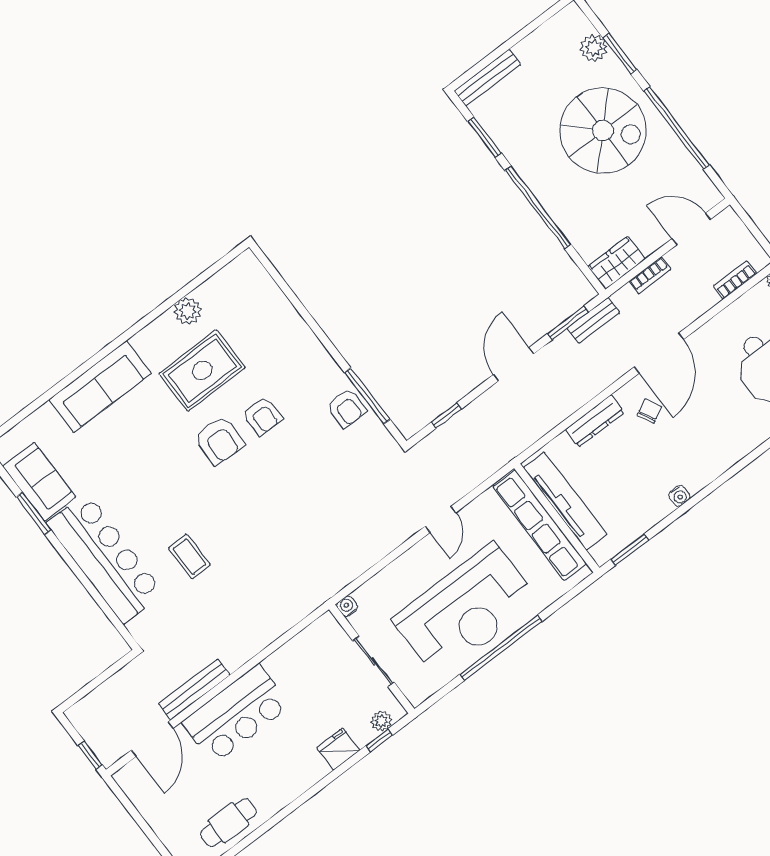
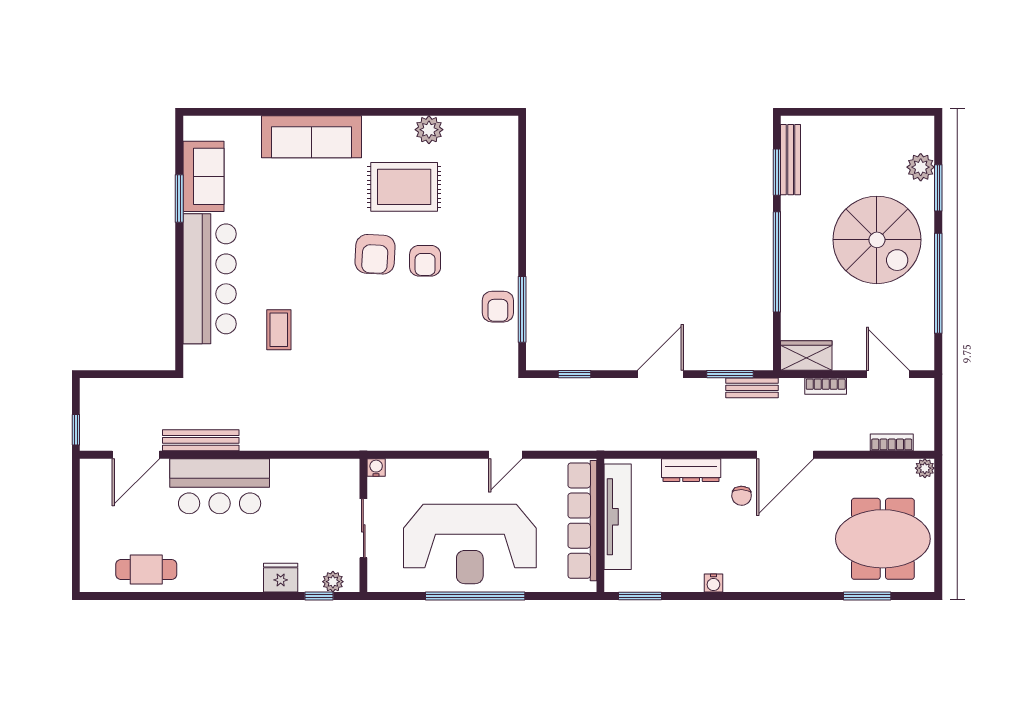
bench: (487, 78) -> (791, 160), moved, turned 90
chair: (649, 411) -> (742, 496), turned 119

